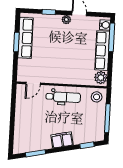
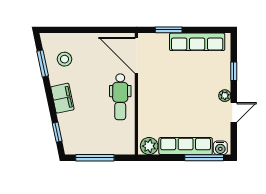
window: (16, 42) -> (169, 30), moved
door: (33, 83) -> (136, 55), width x1.88
stool: (97, 97) -> (64, 59), moved

